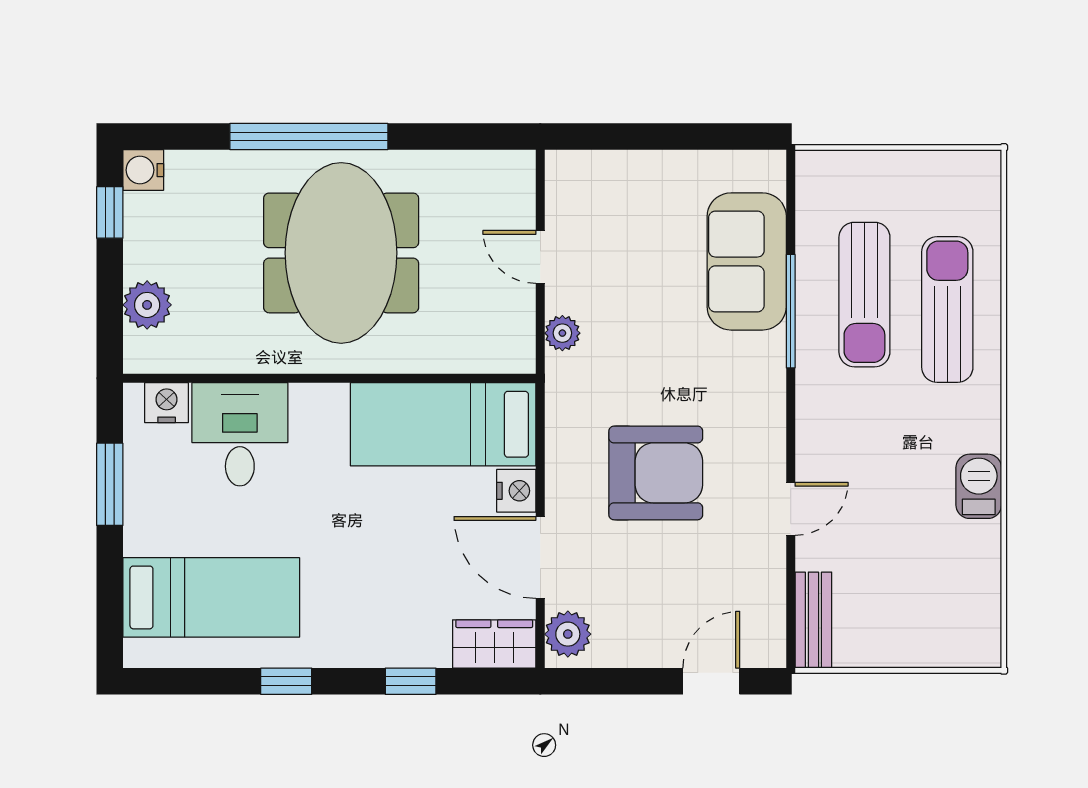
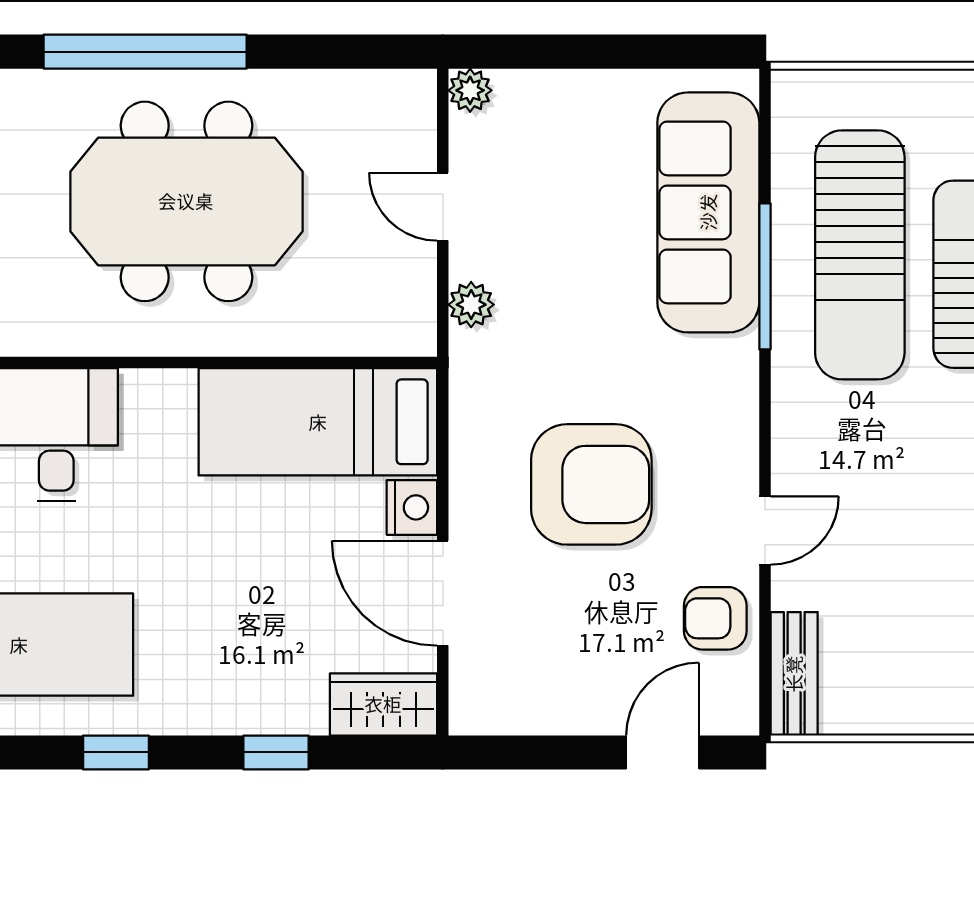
meeting table: (341, 253) -> (186, 201), turned 90
sofa: (747, 261) -> (708, 212), width x1.36
sun lounger: (864, 295) -> (860, 255), width x1.36, depth x1.34
armchair: (752, 577) -> (715, 618), added
plant: (568, 634) -> (470, 90), moved, width x0.73, depth x0.73

